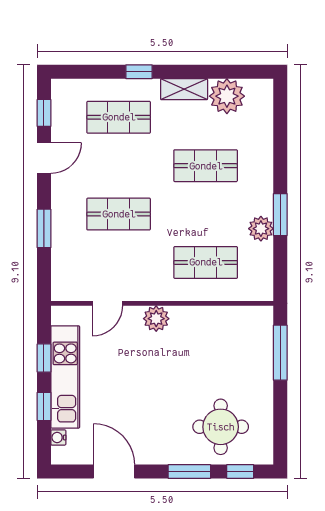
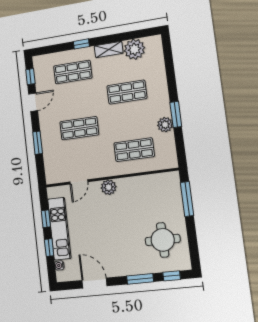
round table: (221, 427) -> (163, 240), moved

